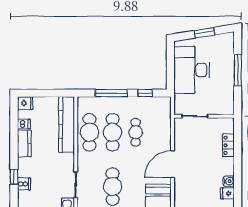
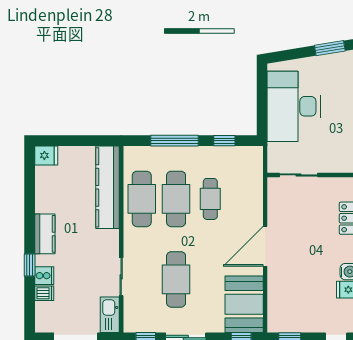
window: (205, 33) -> (330, 48), moved
dishwasher: (24, 124) -> (44, 293), moved
kitchen counter: (24, 144) -> (45, 234), moved

